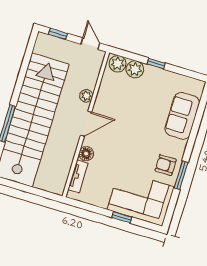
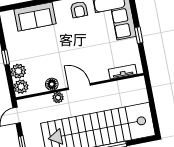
floor lamp: (86, 154) -> (52, 84), moved
window: (122, 217) -> (139, 35), moved

